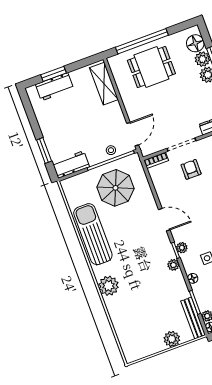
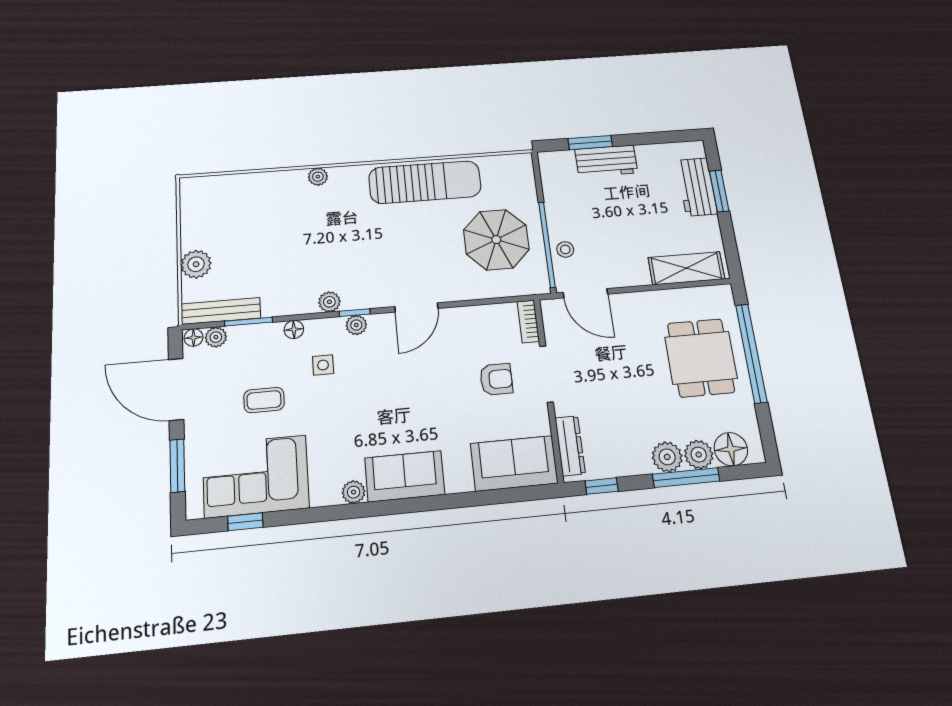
workbench: (71, 165) -> (606, 161), moved, turned 90
plant: (109, 286) -> (318, 177), width x0.53, depth x0.53

